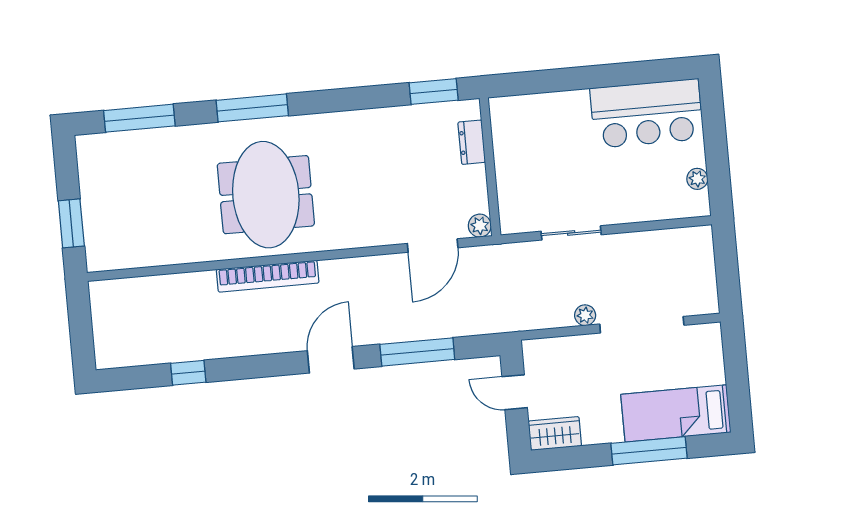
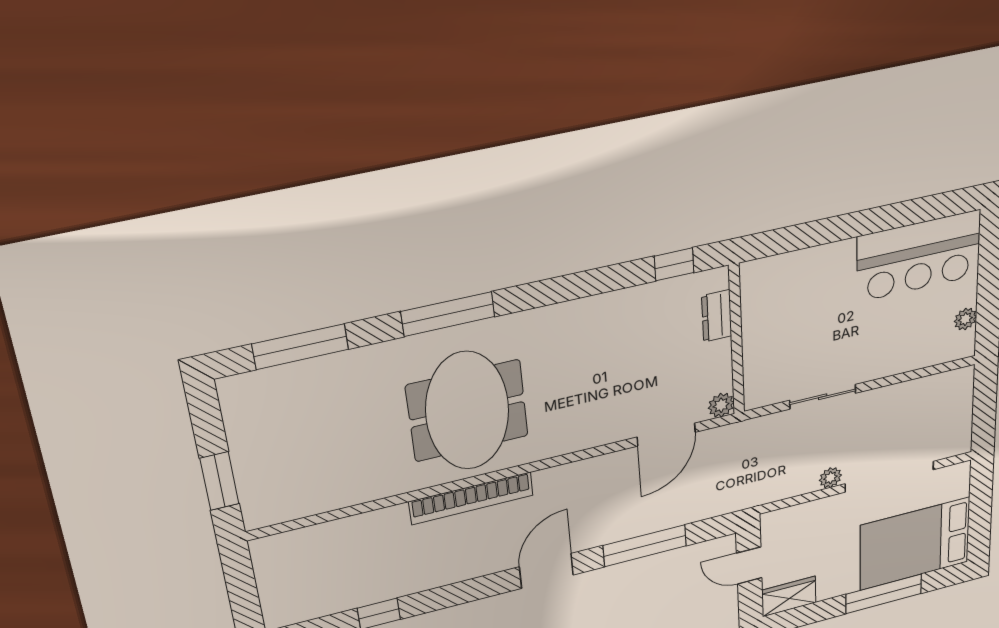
window: (434, 91) -> (674, 264), width x0.67
bed: (676, 413) -> (915, 544), width x1.50

